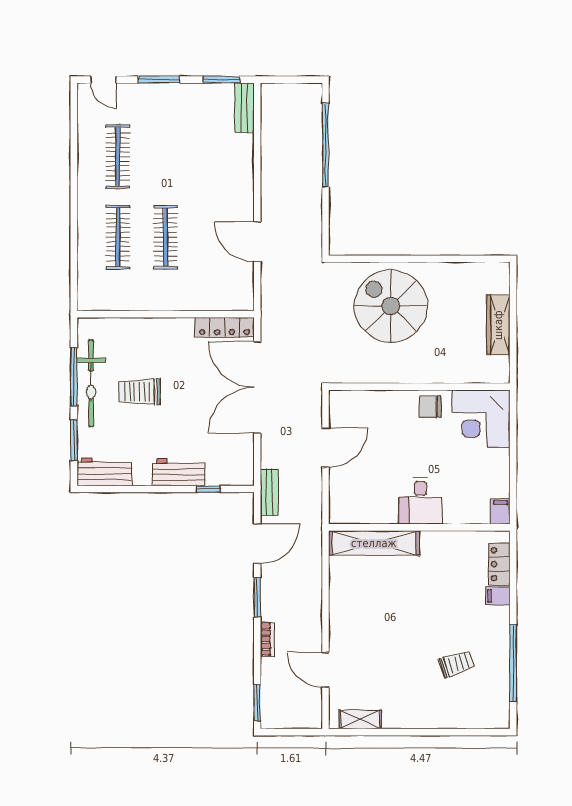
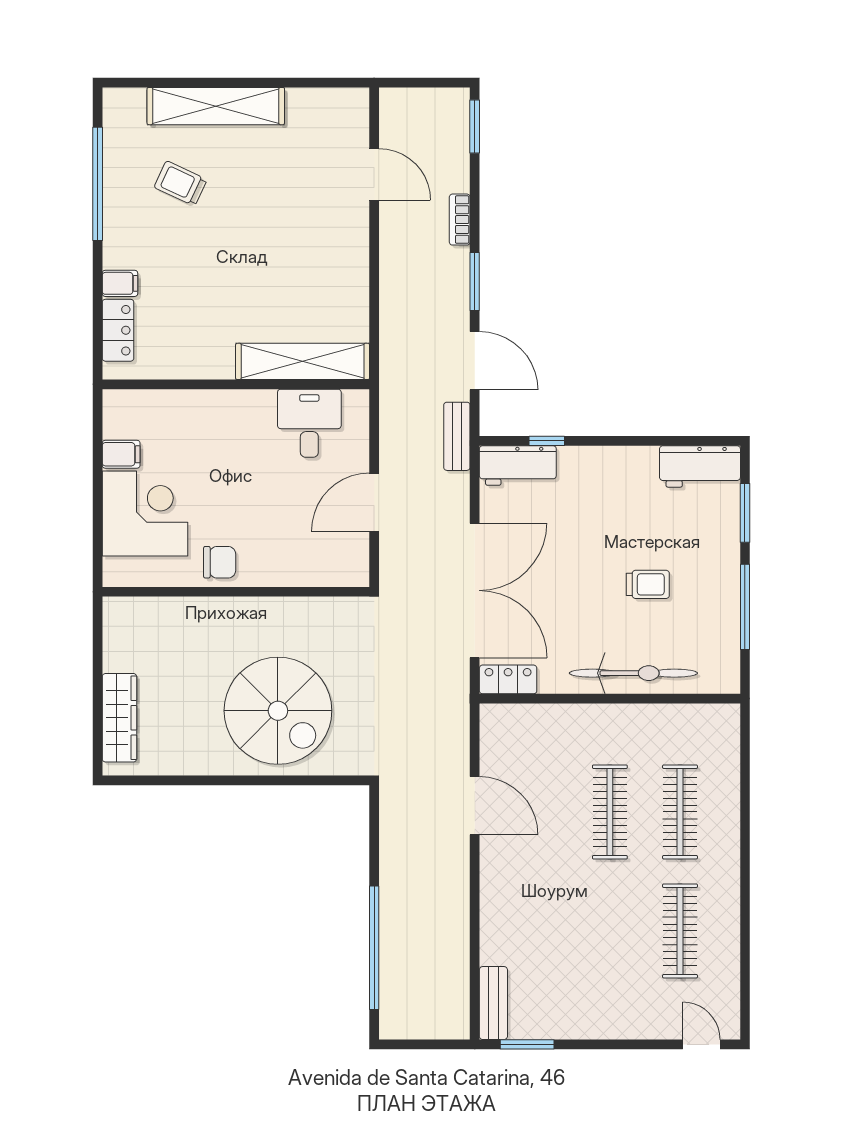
window: (159, 80) -> (620, 1044), removed
wardrobe: (498, 325) -> (119, 718), moved
locker: (224, 327) -> (508, 679), width x0.66
bicycle: (91, 383) -> (633, 673), moved, turned 90
trolley: (140, 392) -> (648, 584), width x0.73, depth x0.72
corner desk: (481, 419) -> (145, 514), moved
workbench: (179, 472) -> (518, 465), moved
desk: (420, 501) -> (309, 423), moved
filing cabinet: (500, 511) -> (121, 454), moved, turned -90
door: (257, 544) -> (475, 361), swing flipped
trolley: (457, 664) -> (181, 183), turned 43
shelving: (360, 719) -> (216, 106), moved, width x2.20, depth x1.33

